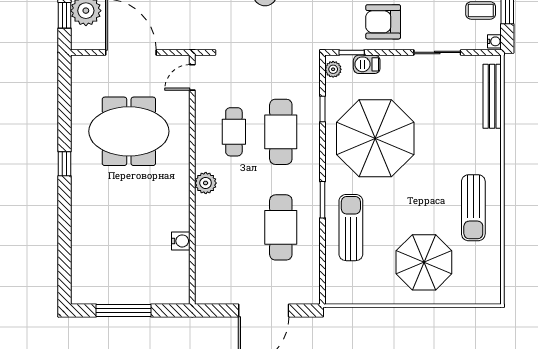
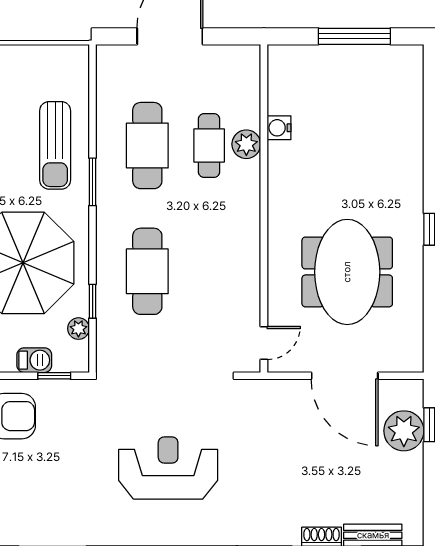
plant: (333, 69) -> (78, 329), moved
meeting table: (129, 131) -> (347, 272), turned 90
cafe table: (234, 132) -> (209, 146), moved
plant: (206, 183) -> (246, 144), moved

